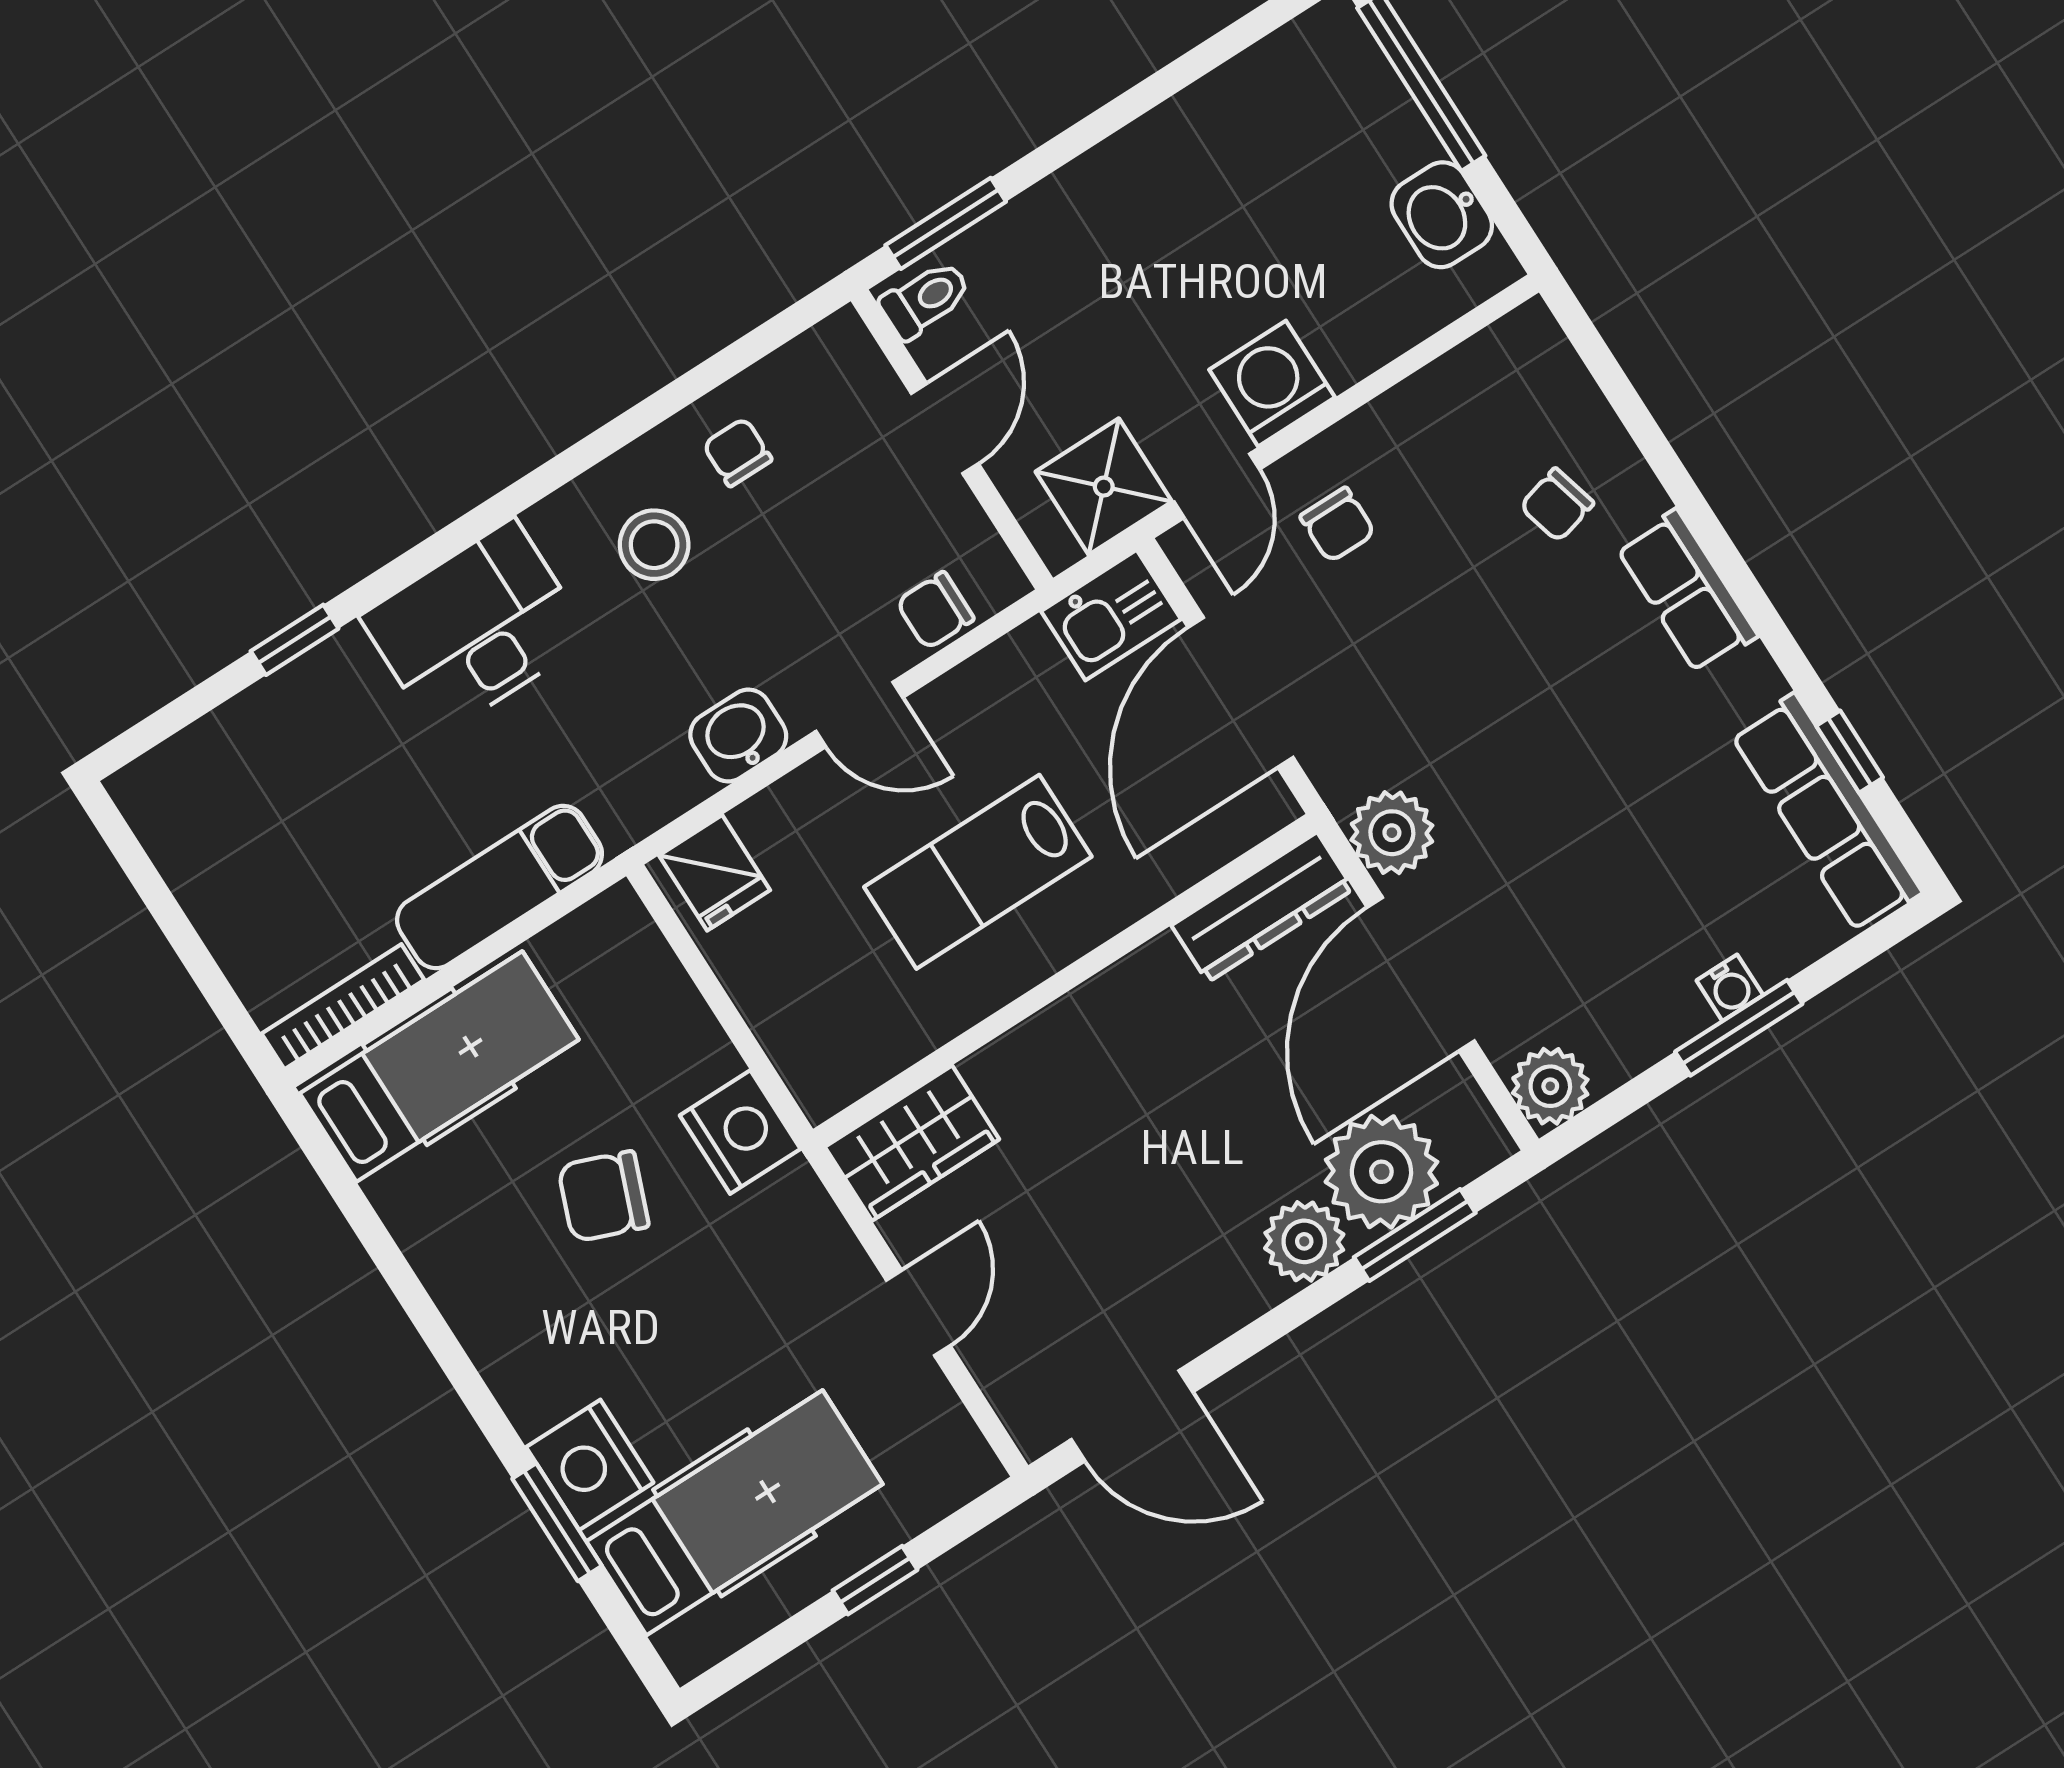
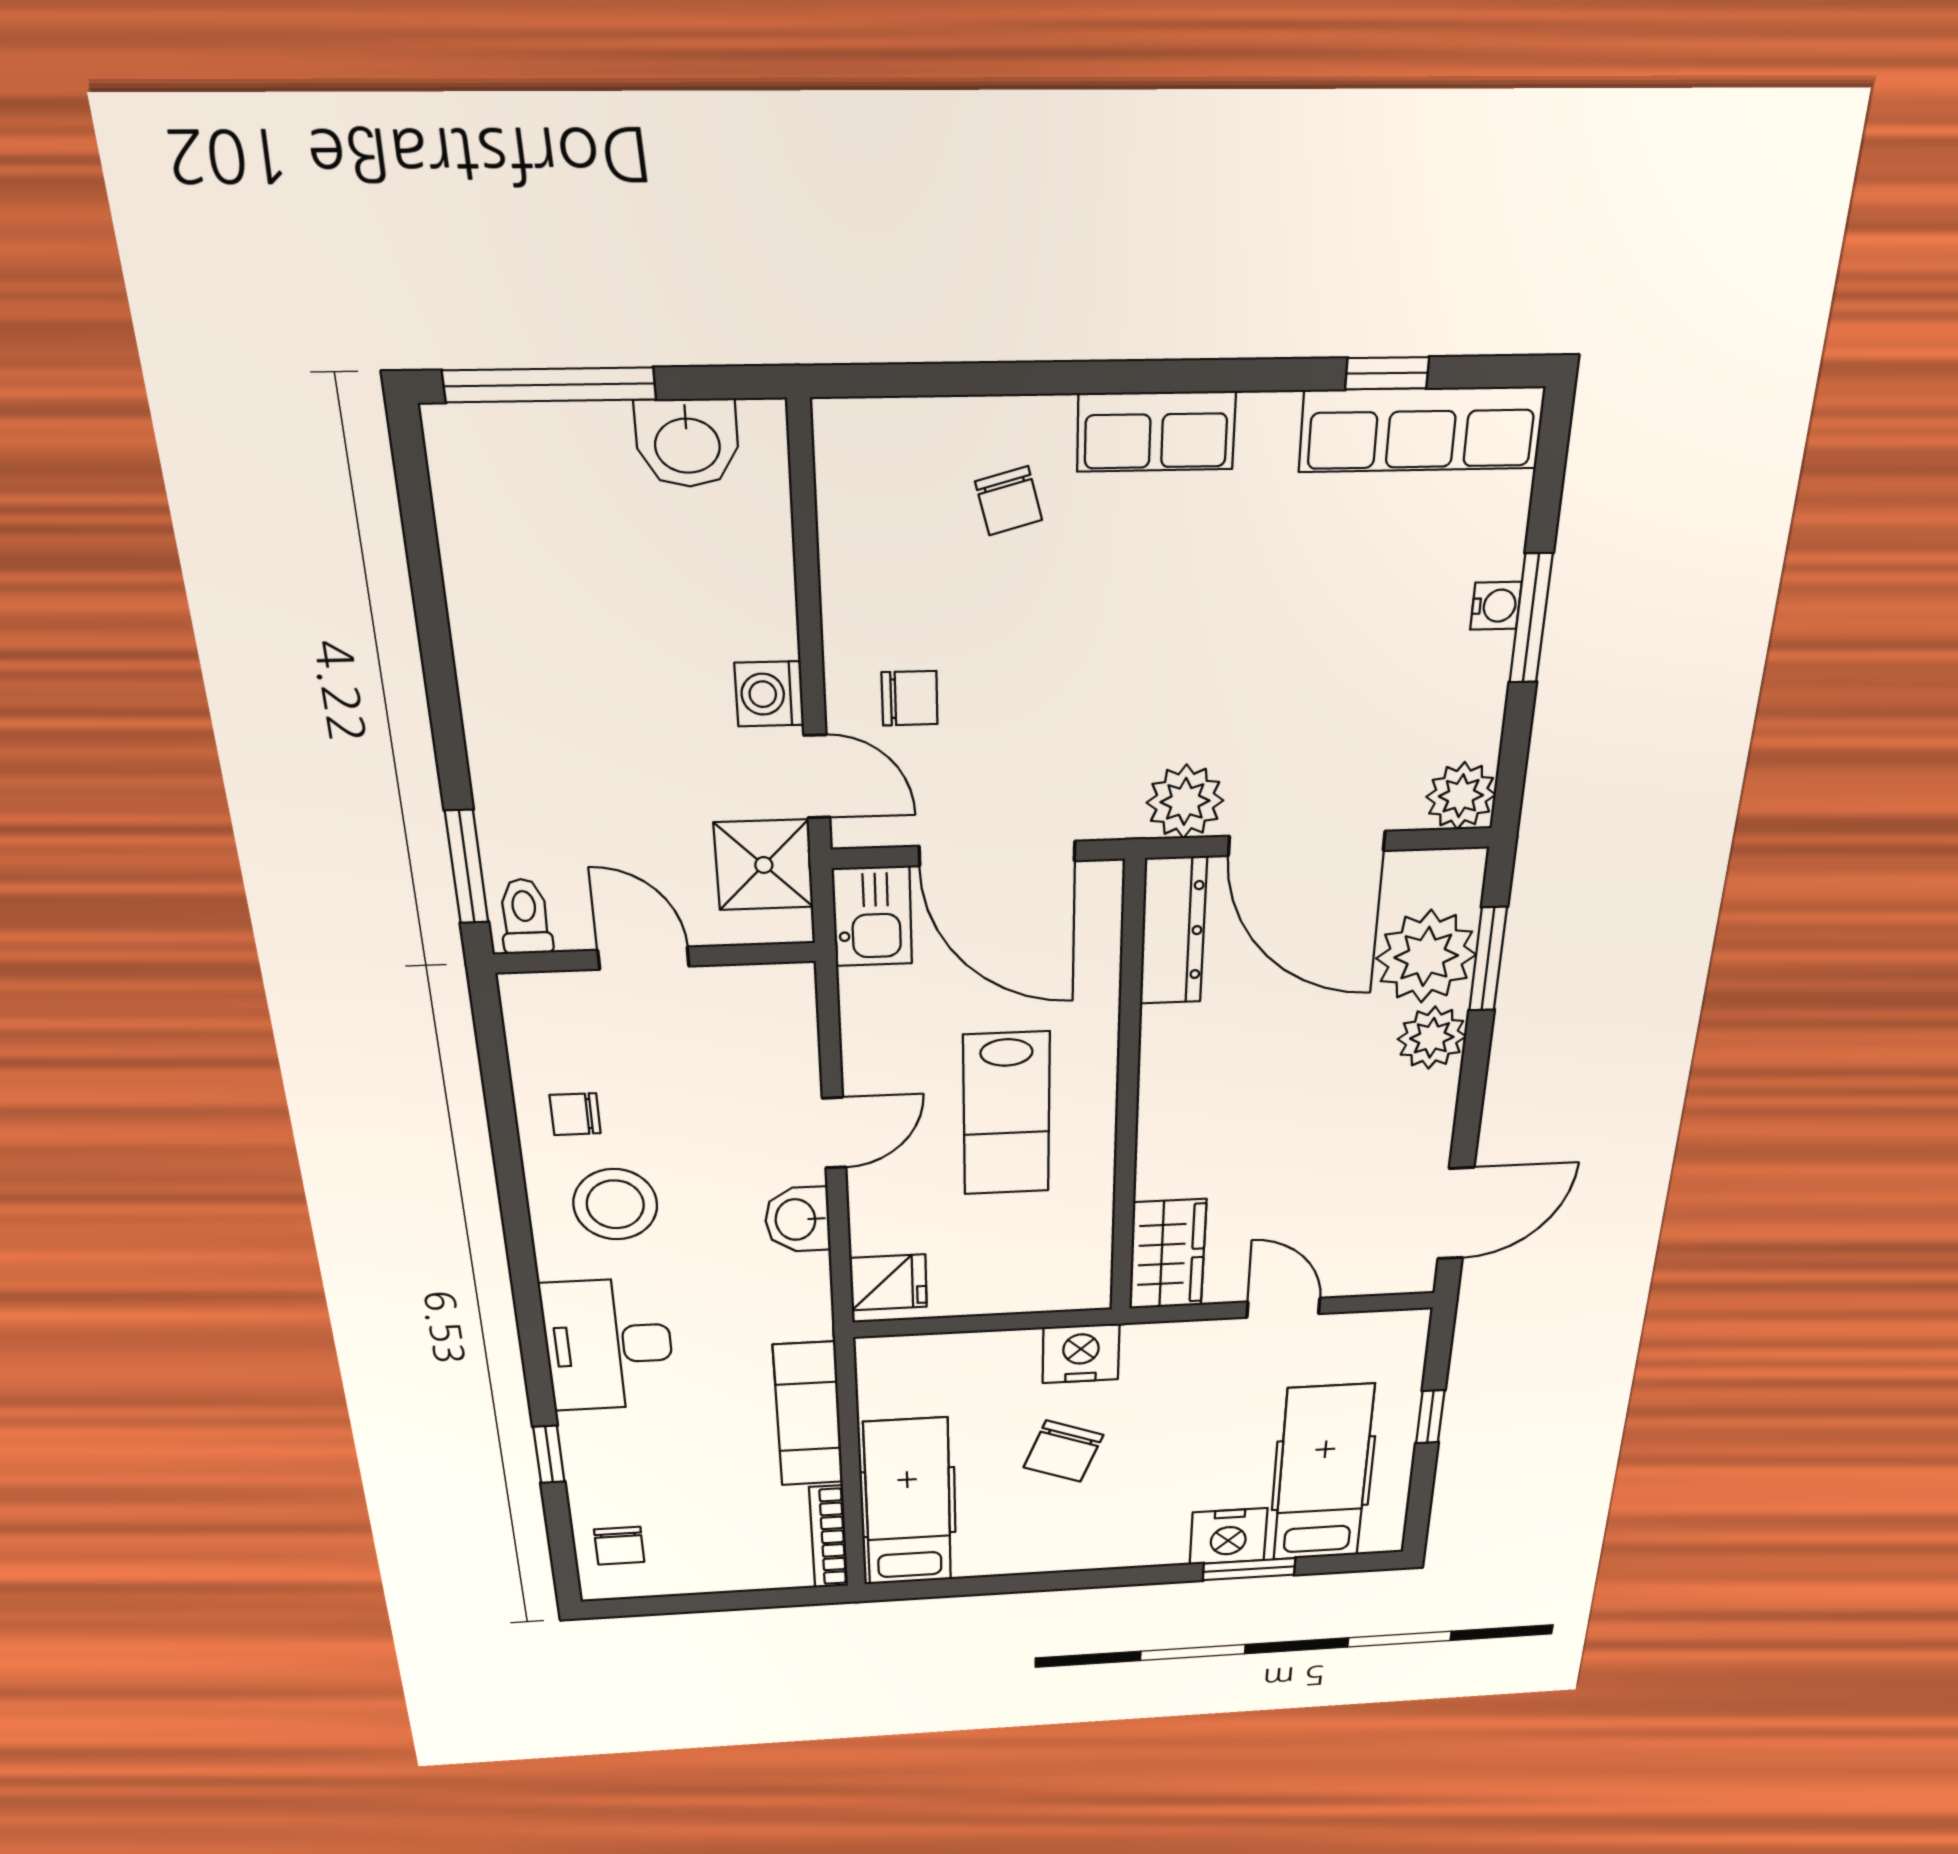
washing machine: (1272, 384) -> (769, 694), width x0.73, depth x0.73
stool: (654, 545) -> (615, 1204), width x1.38, depth x1.38
chair: (935, 610) -> (619, 1546), moved

